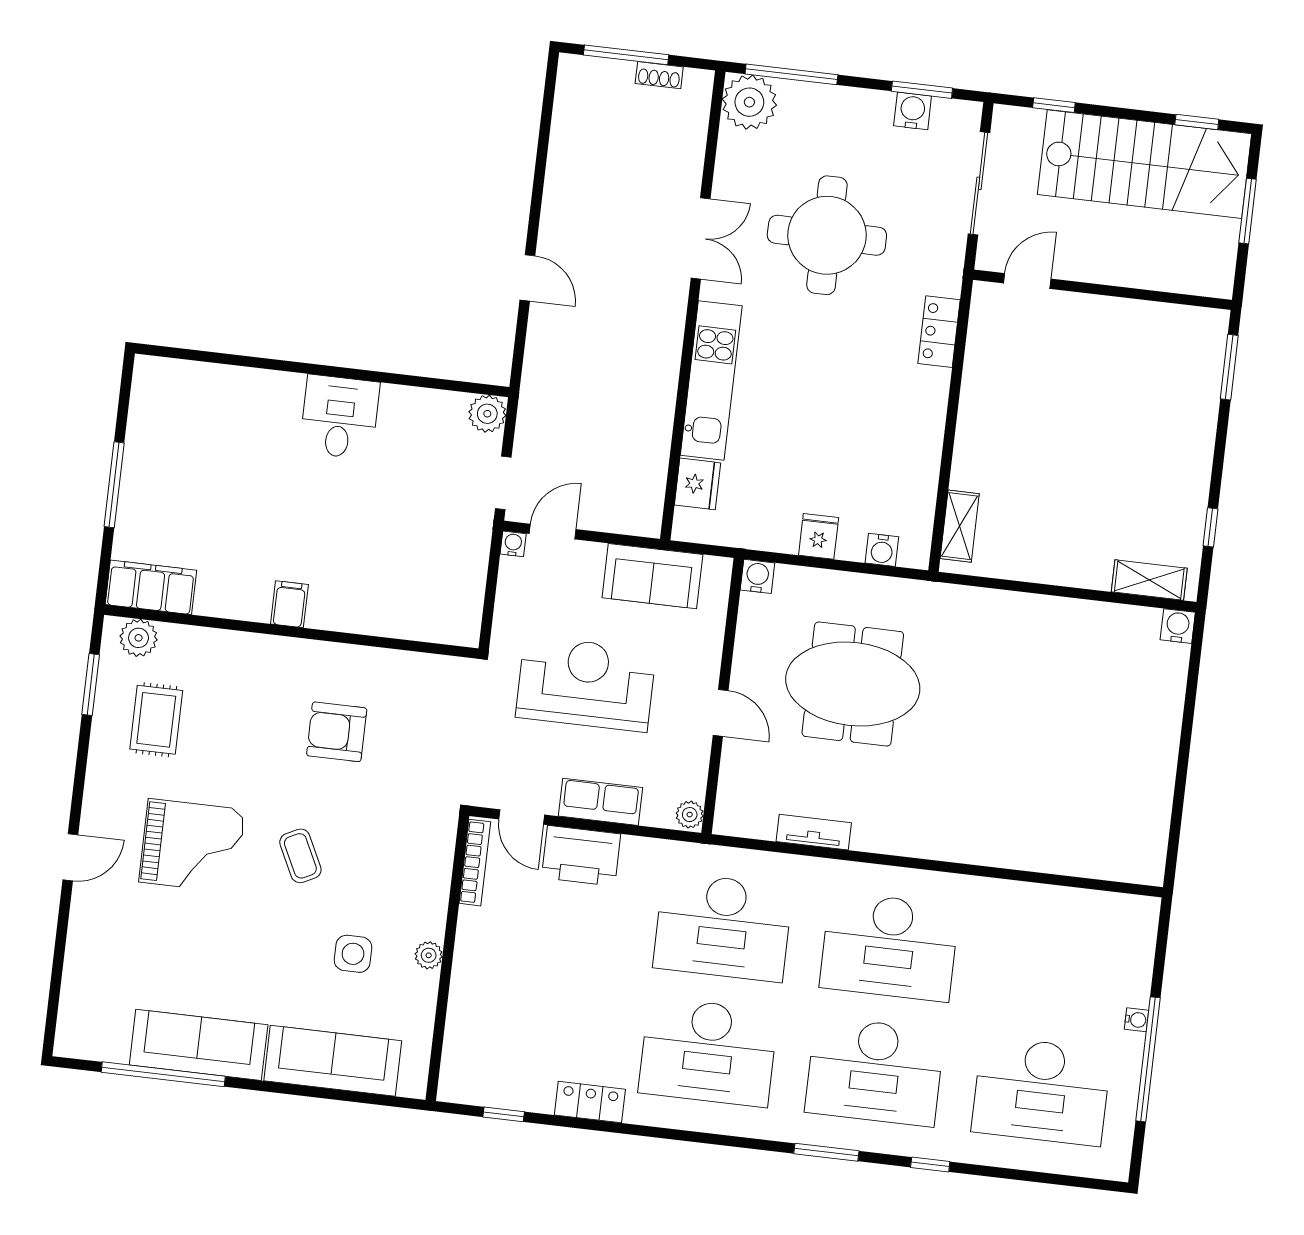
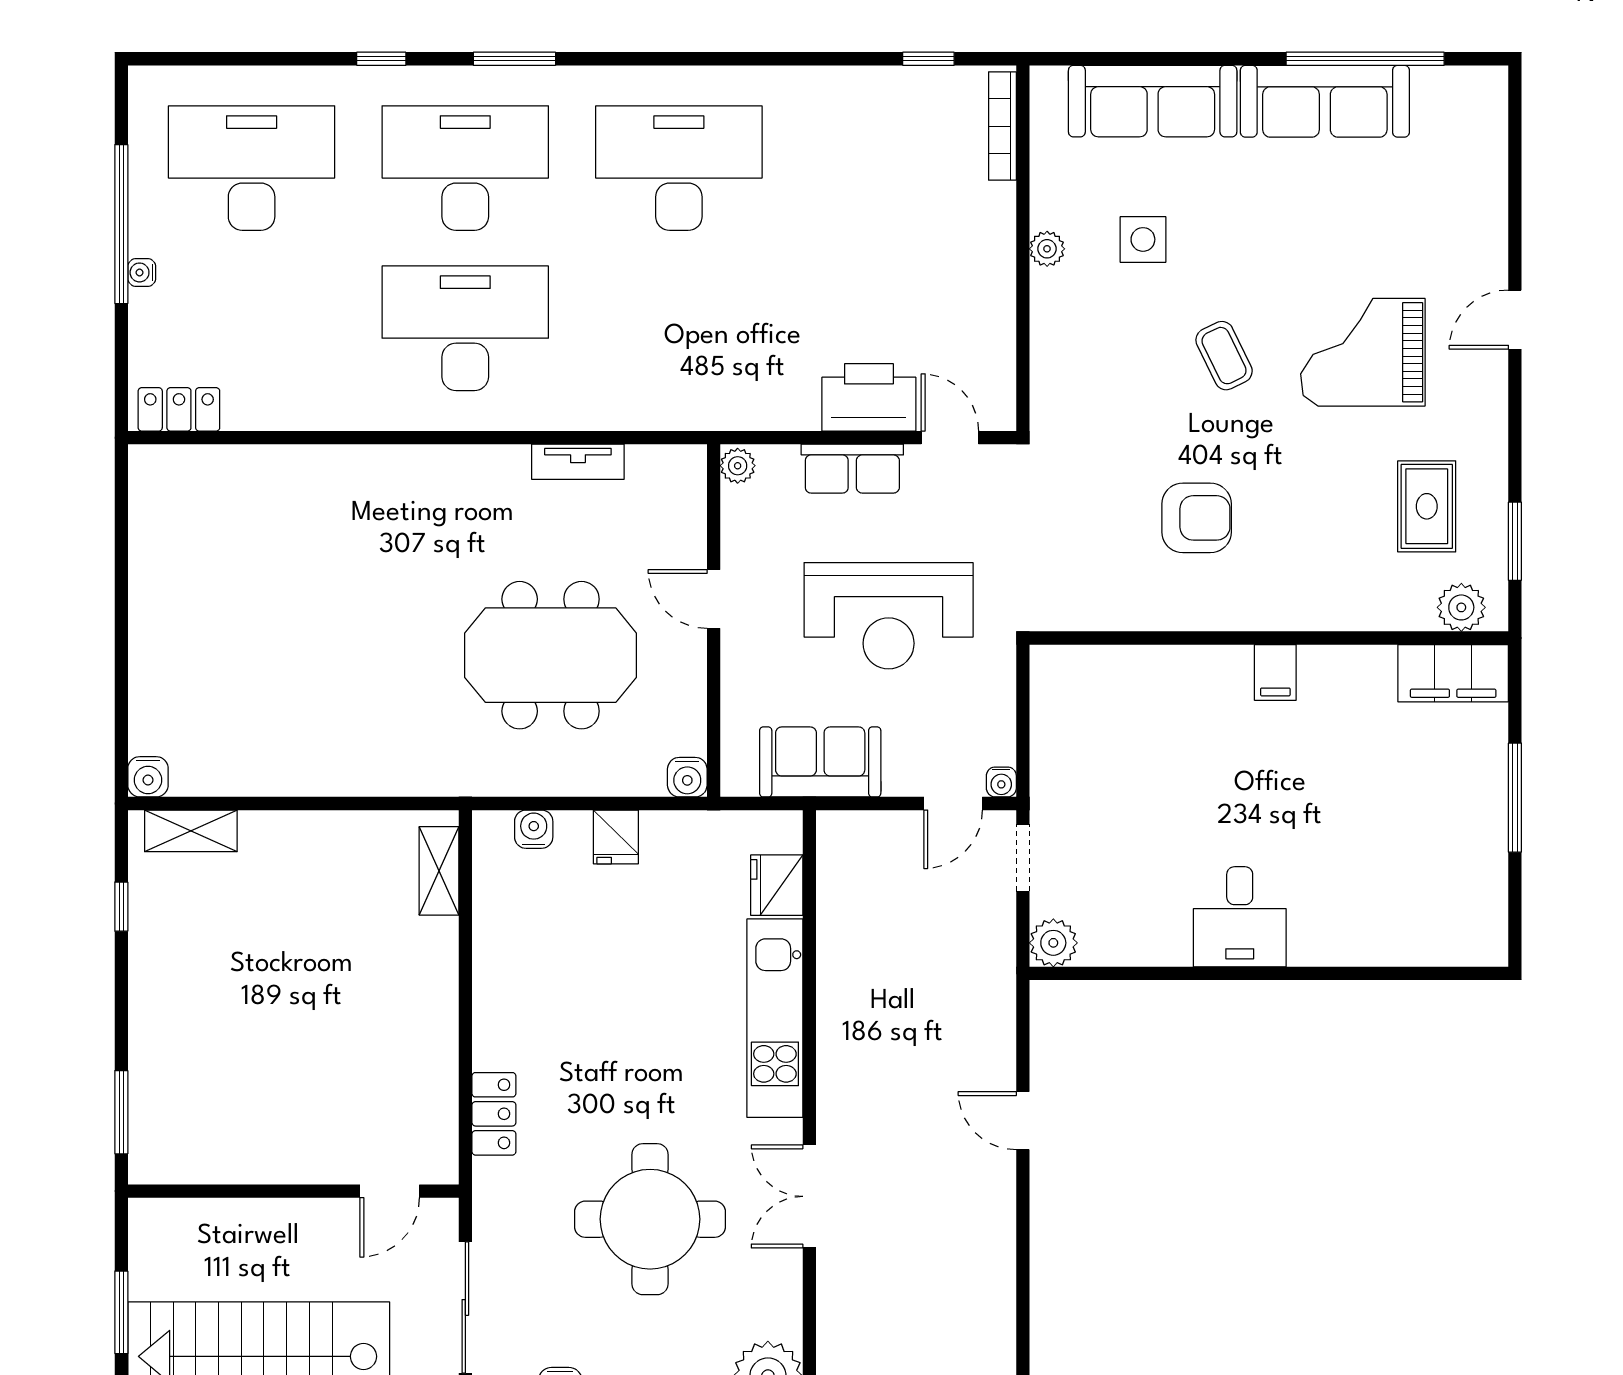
bookcase: (475, 863) -> (1002, 126), moved
desk: (723, 927) -> (679, 328), removed
locker: (590, 1102) -> (179, 409), moved, turned 180

